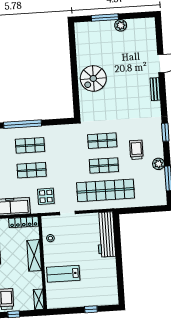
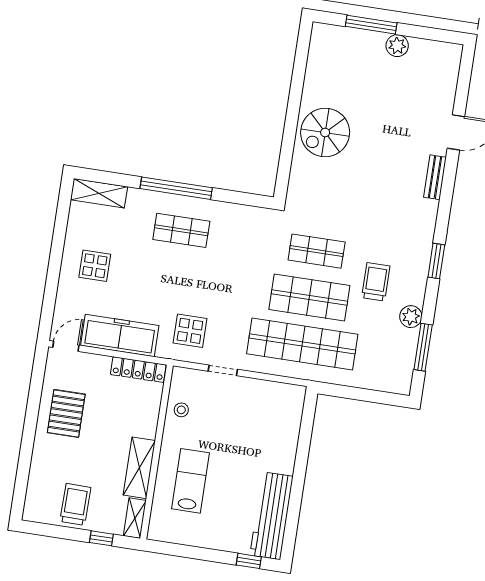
shop shelf: (104, 166) -> (309, 298), width x1.43, depth x1.36
shop shelf: (32, 170) -> (174, 277), removed
workbench: (106, 234) -> (271, 516), moved
shelving: (34, 255) -> (139, 468), moved
lab bench: (63, 274) -> (191, 481), turned 90
window: (91, 309) -> (249, 561), moved
window: (14, 314) -> (101, 538), moved

